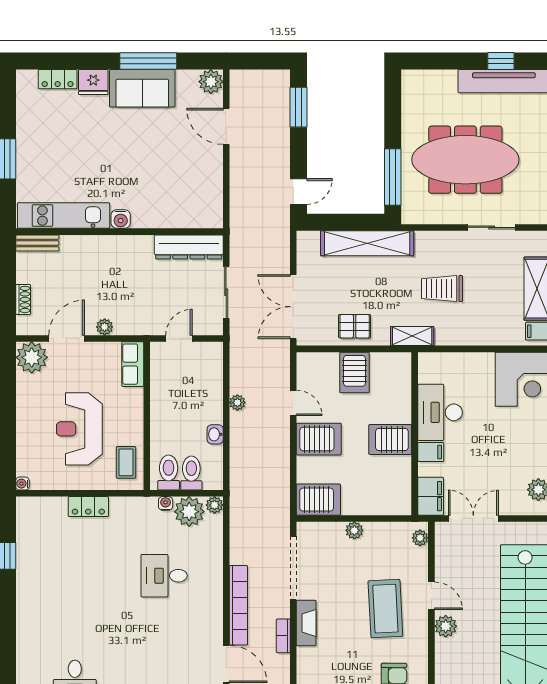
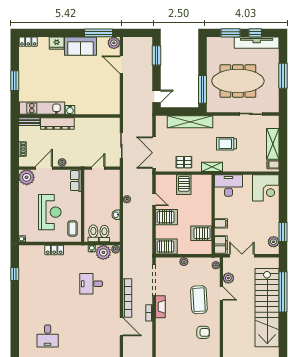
window: (148, 61) -> (99, 33), moved
window: (450, 61) -> (231, 33), added
locker: (58, 79) -> (28, 42), moved
dresser: (189, 247) -> (57, 124), moved
desk: (440, 412) -> (228, 185), moved, turned 90
reception desk: (79, 429) -> (50, 212), turned 180
server rack: (390, 440) -> (201, 233), moved
plant: (446, 626) -> (228, 278), moved

